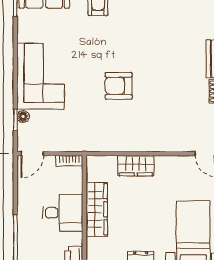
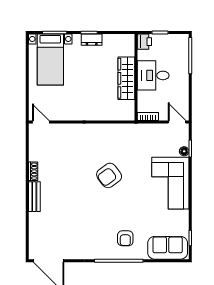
armchair: (119, 86) -> (109, 175), turned 144
door: (32, 154) -> (177, 122), hinge flipped
wardrobe: (136, 166) -> (96, 113), removed

